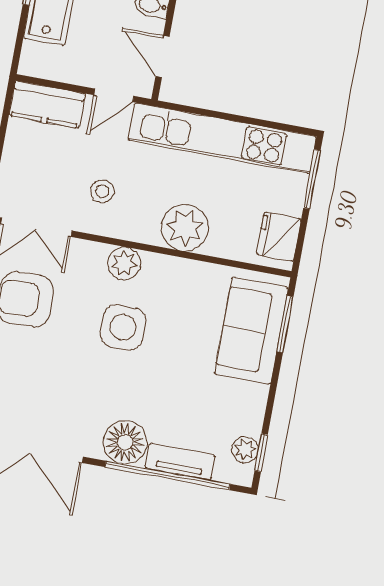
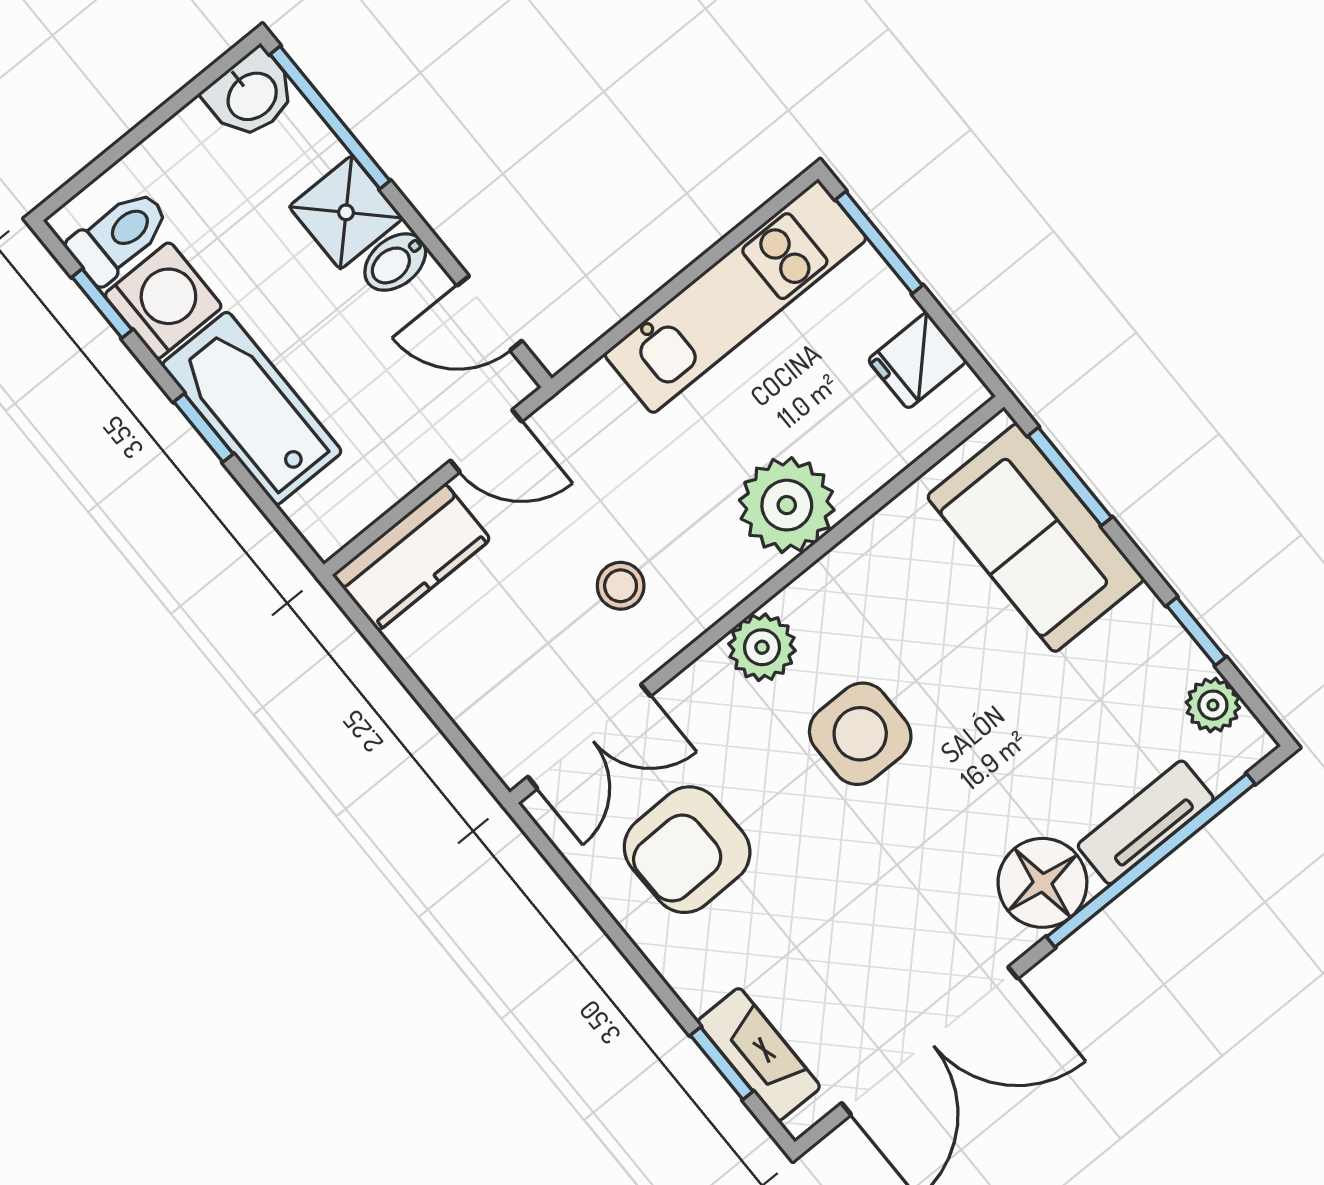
door: (114, 95) -> (486, 441), hinge flipped
kitchen unit: (222, 138) -> (735, 296), width x0.73
fridge: (279, 237) -> (917, 360), width x0.72
window: (261, 453) -> (1196, 631), moved

